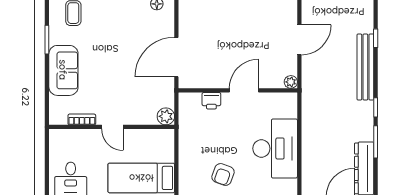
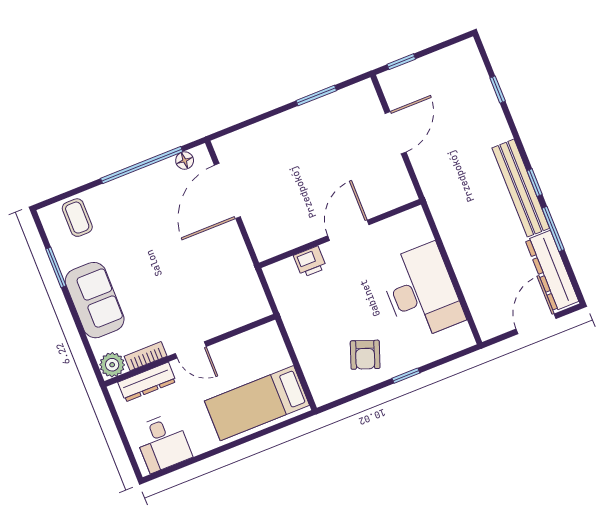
door: (176, 57) -> (227, 191), moved
bench: (365, 67) -> (521, 188), moved
plant: (291, 82) -> (407, 194), removed
plant: (166, 116) -> (112, 365), moved
dresser: (76, 136) -> (147, 382), added

